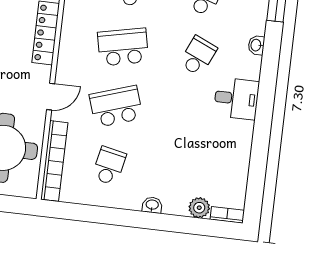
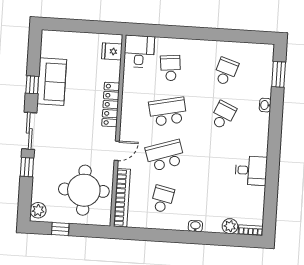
desk: (236, 99) -> (251, 170), moved

